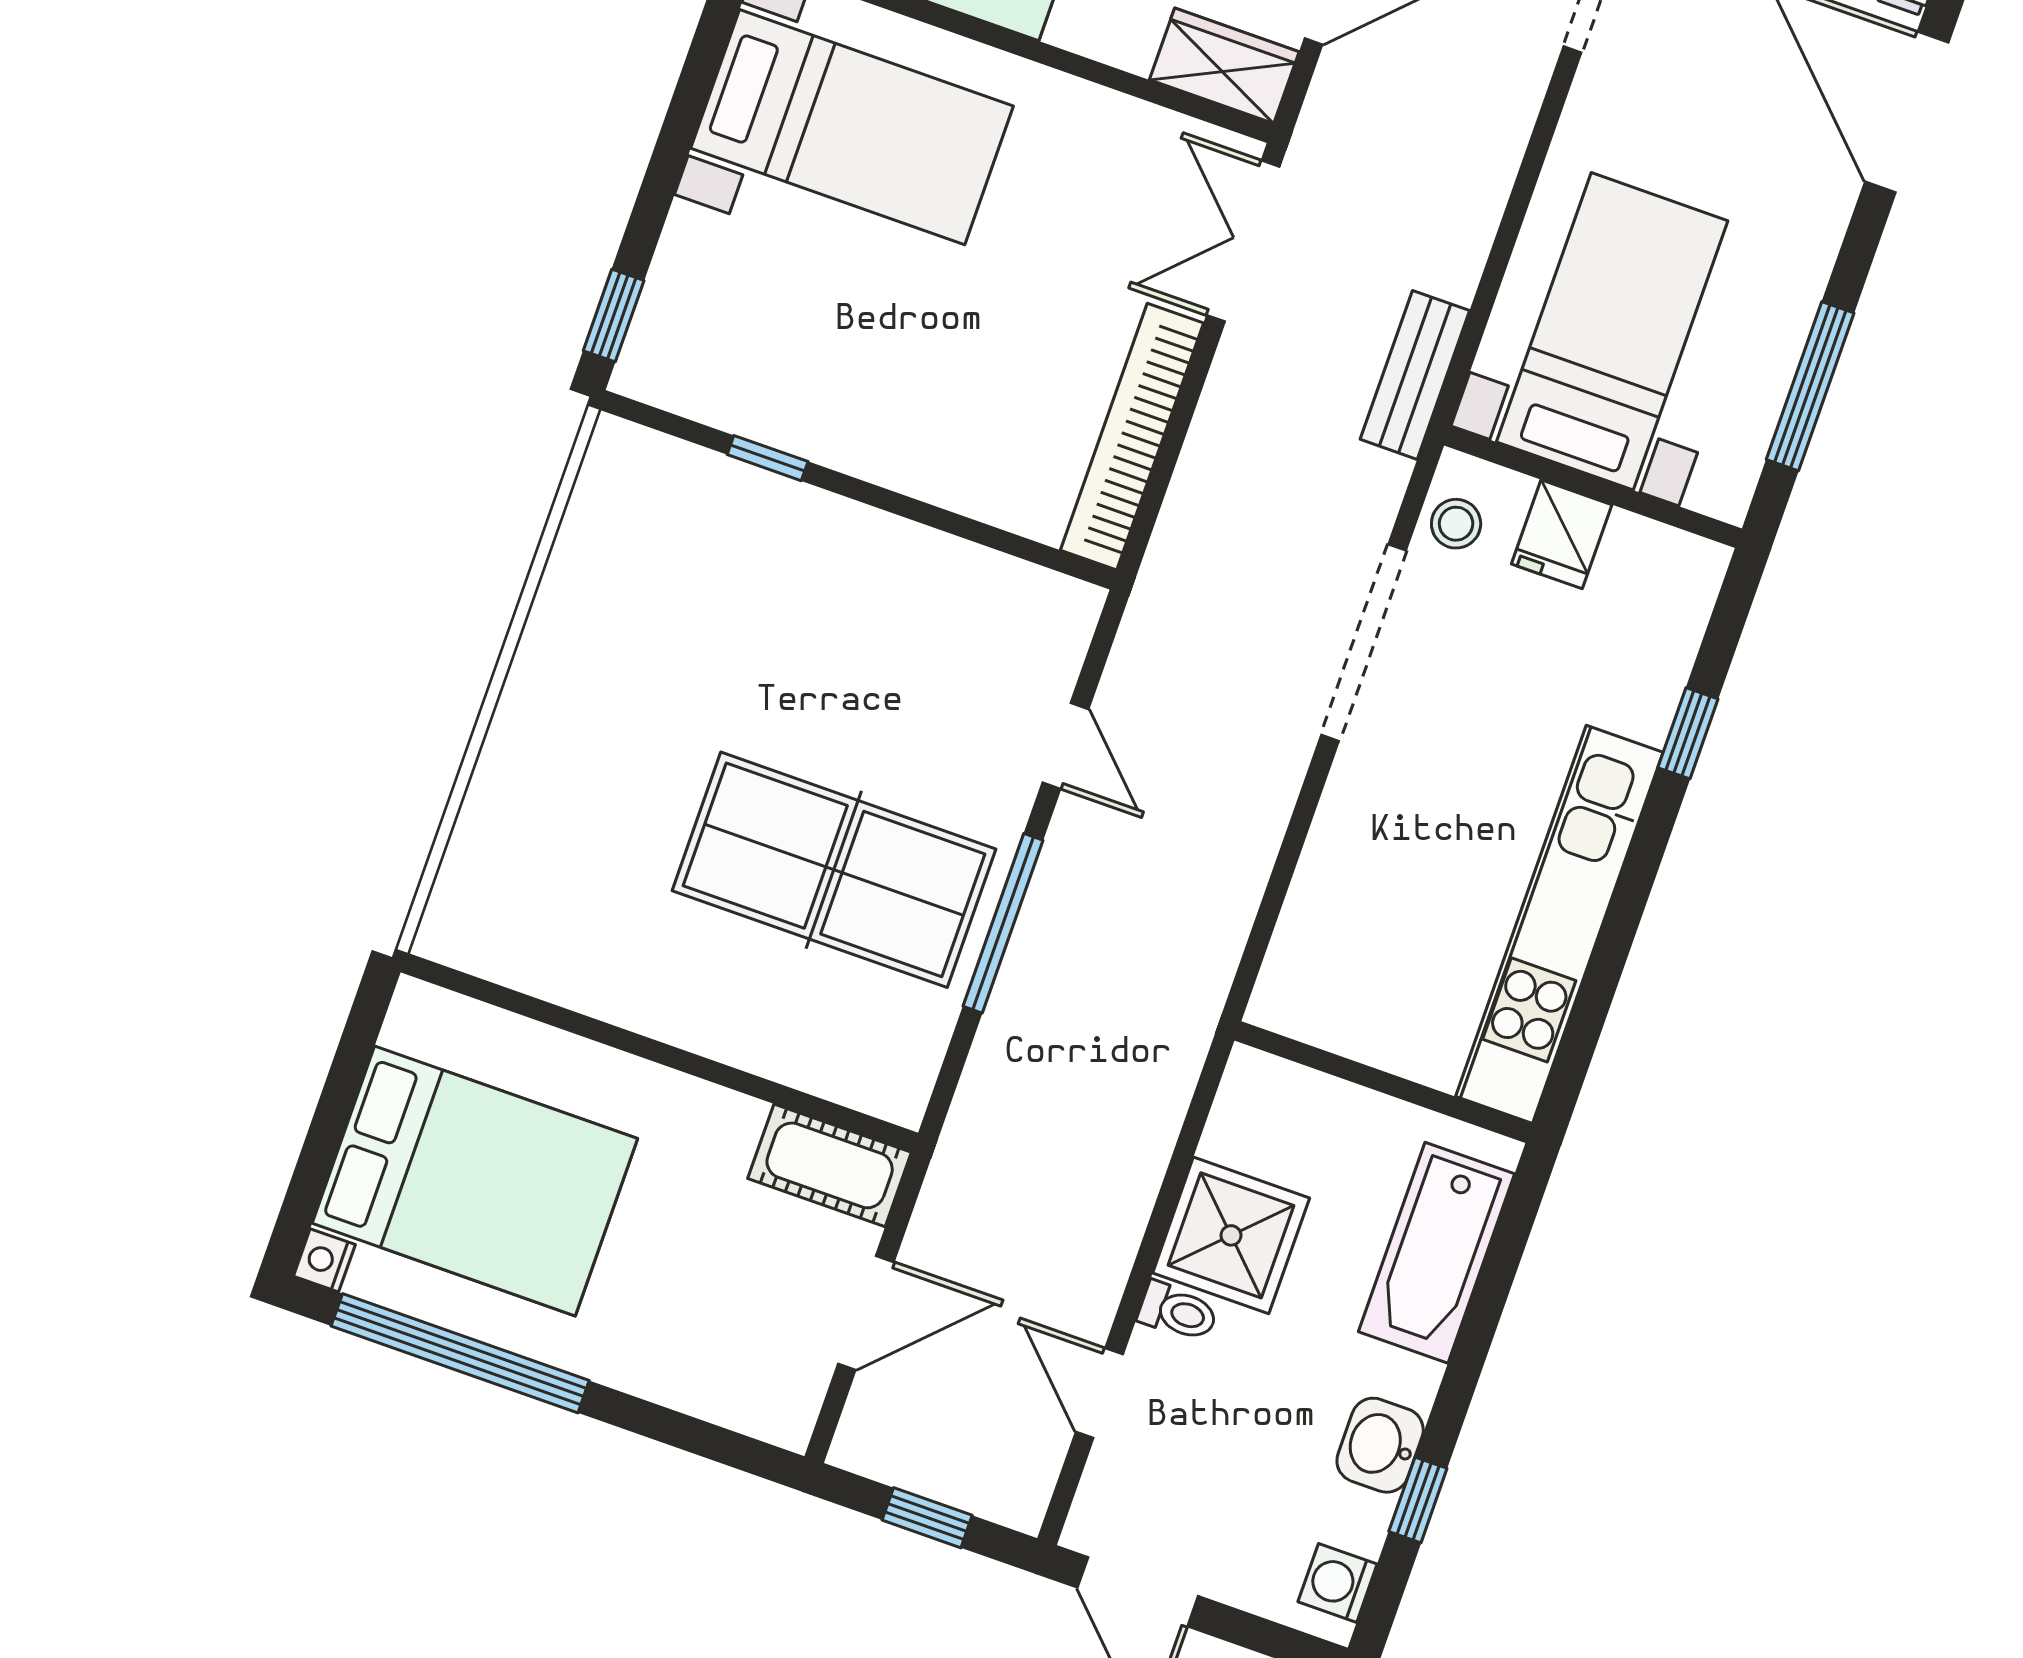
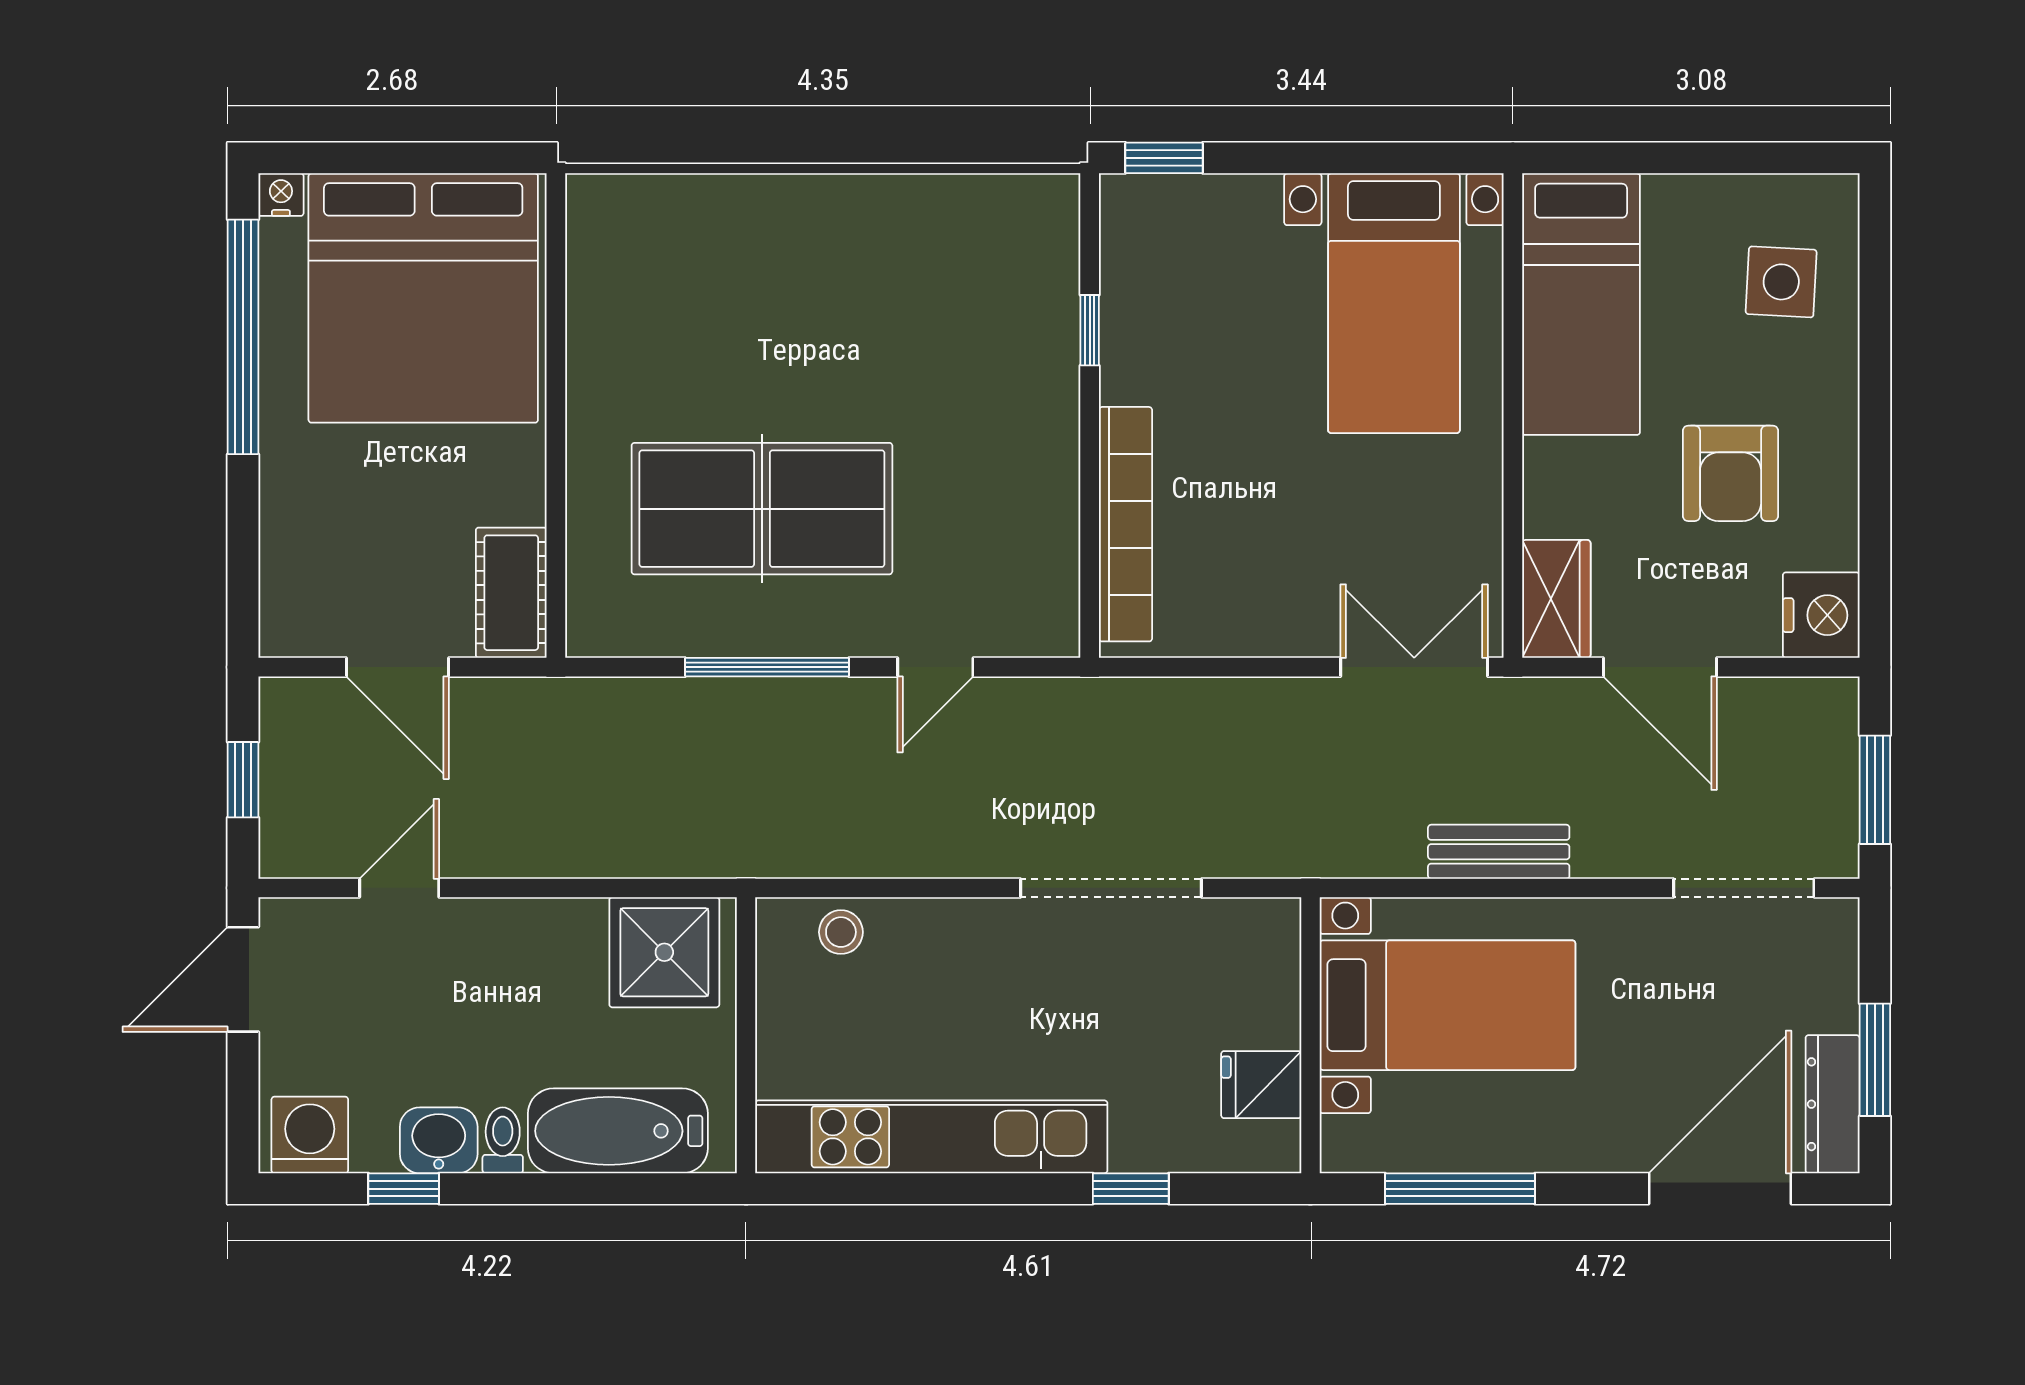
bench: (1415, 375) -> (1499, 852), moved
bookcase: (1132, 437) -> (1125, 524), moved, turned 90
stool: (1456, 524) -> (841, 932), moved
fridge: (1562, 534) -> (1261, 1085), moved
table tennis table: (834, 870) -> (762, 509), turned 90
bed: (475, 1181) -> (423, 298), width x1.36
shower: (1231, 1235) -> (664, 952), moved
toilet: (1178, 1312) -> (503, 1140), moved, turned 180
washing machine: (1338, 1583) -> (310, 1135), width x1.38, depth x1.38

